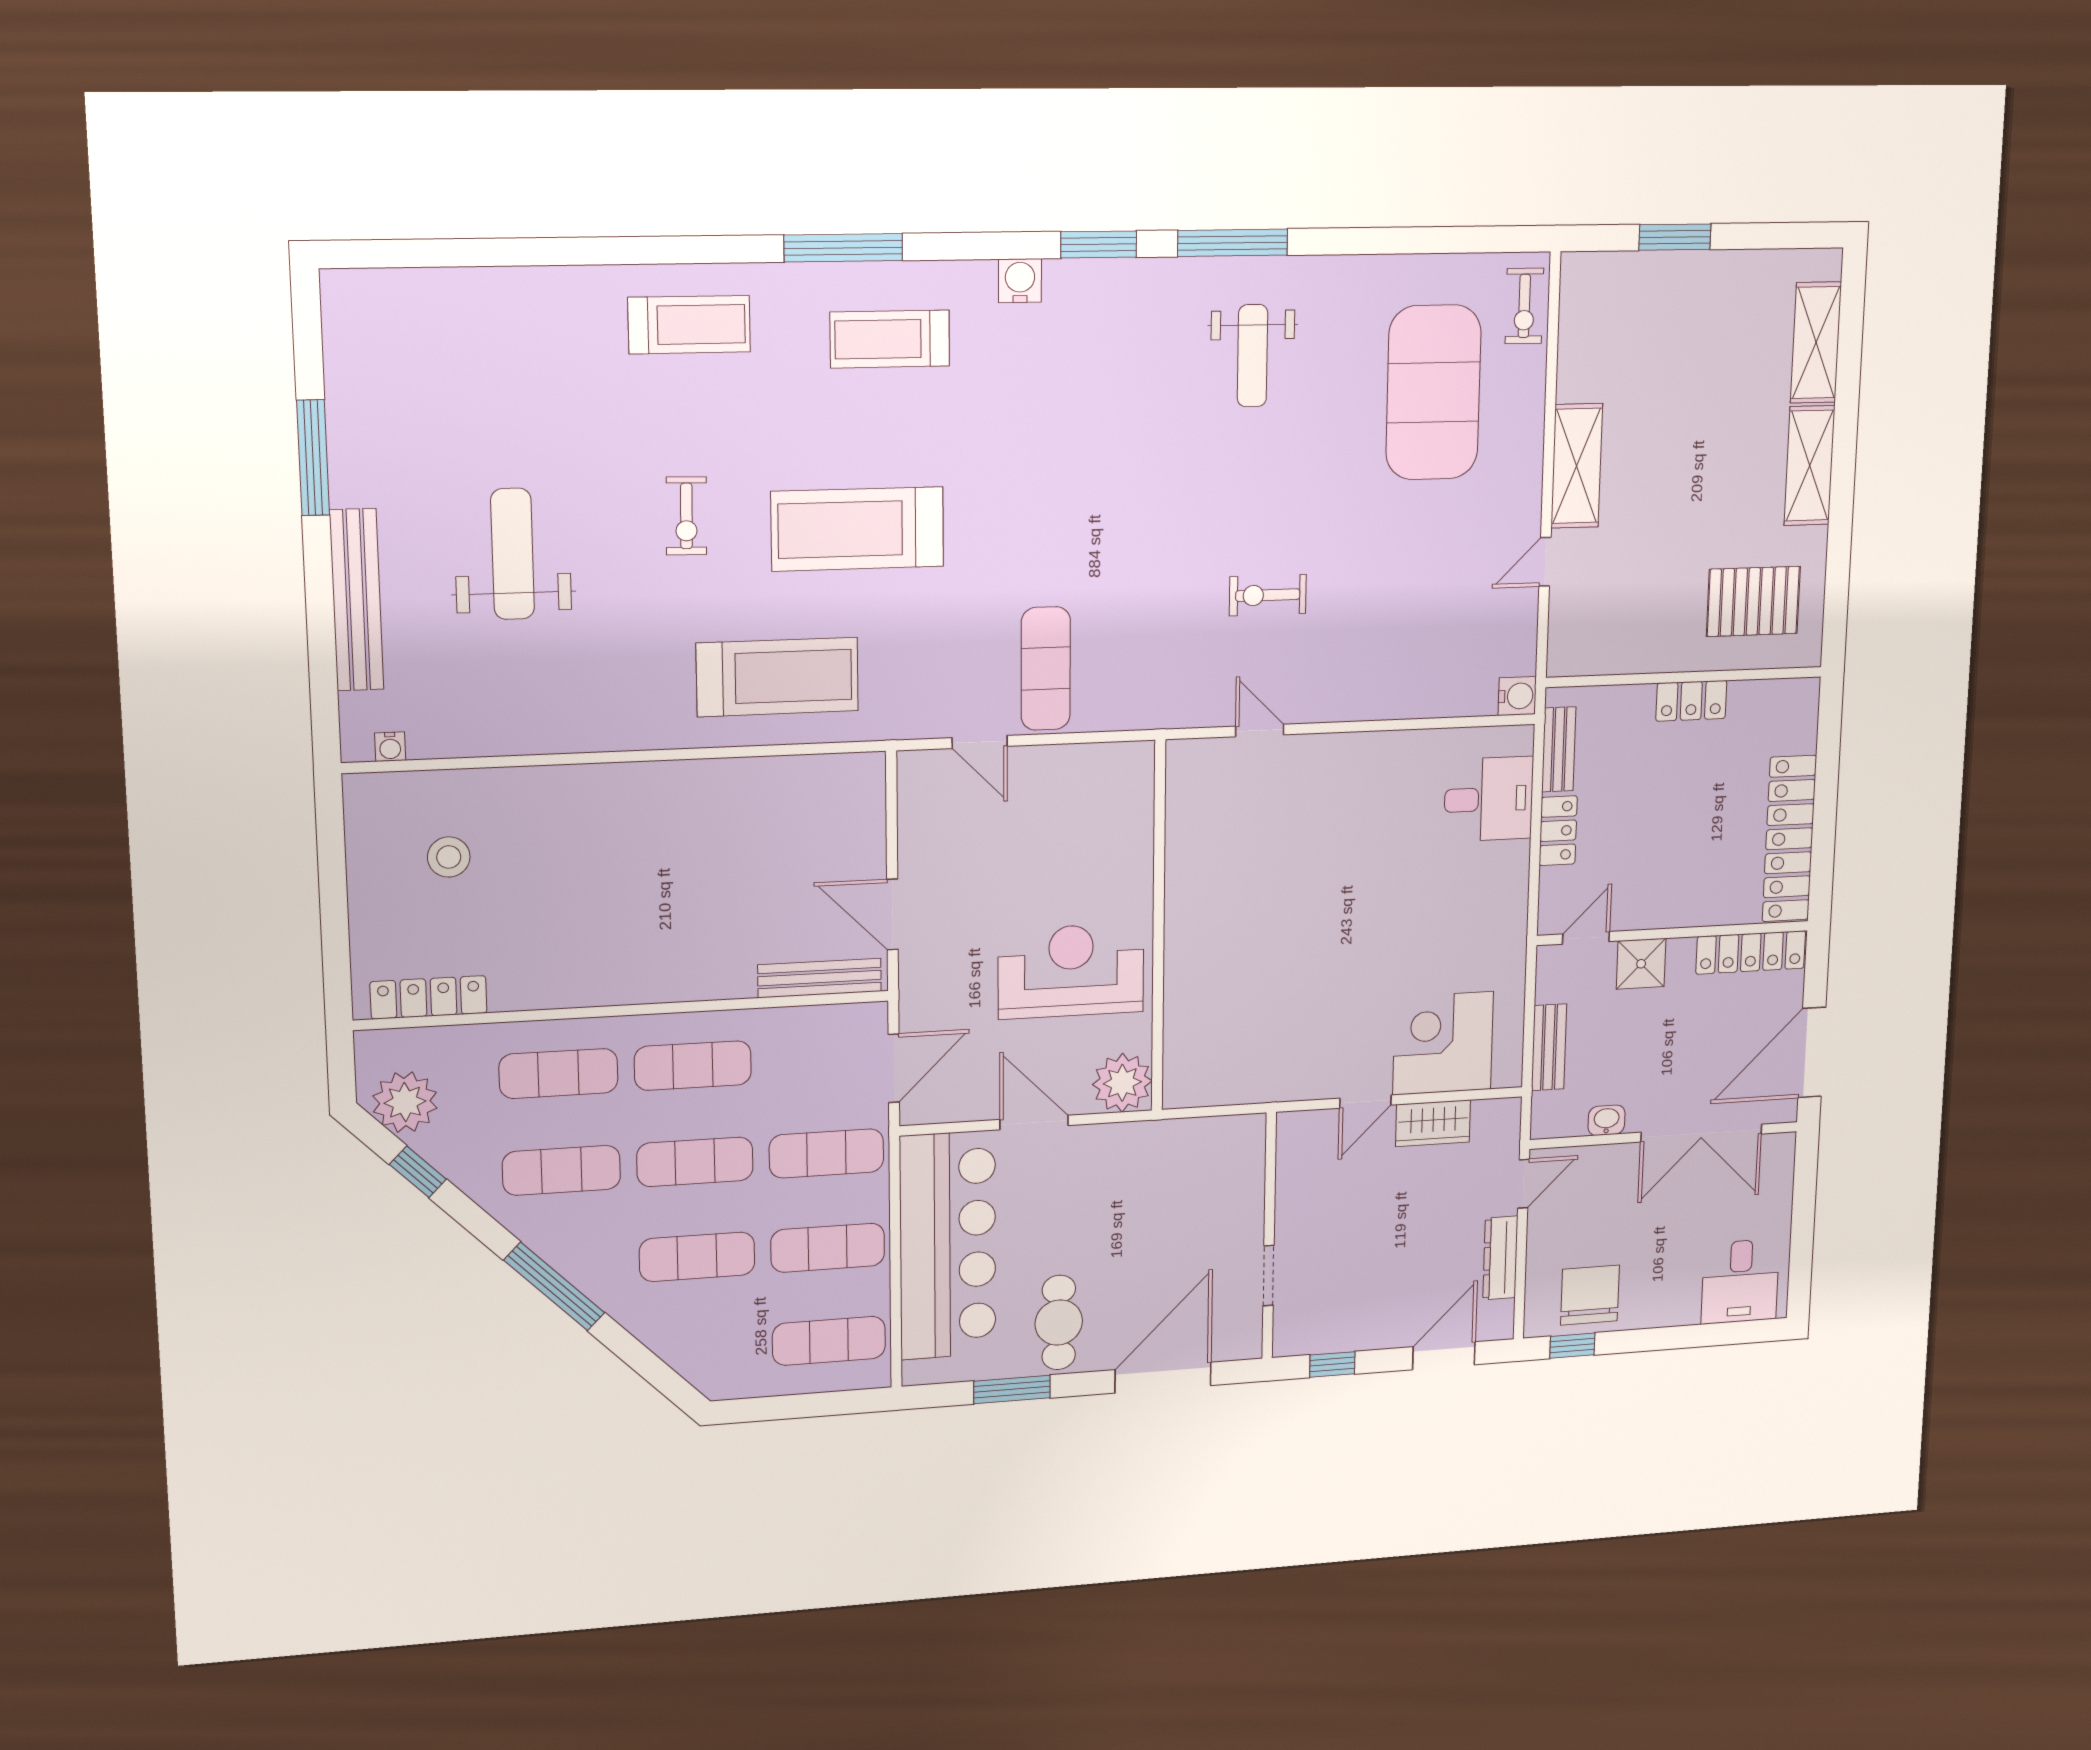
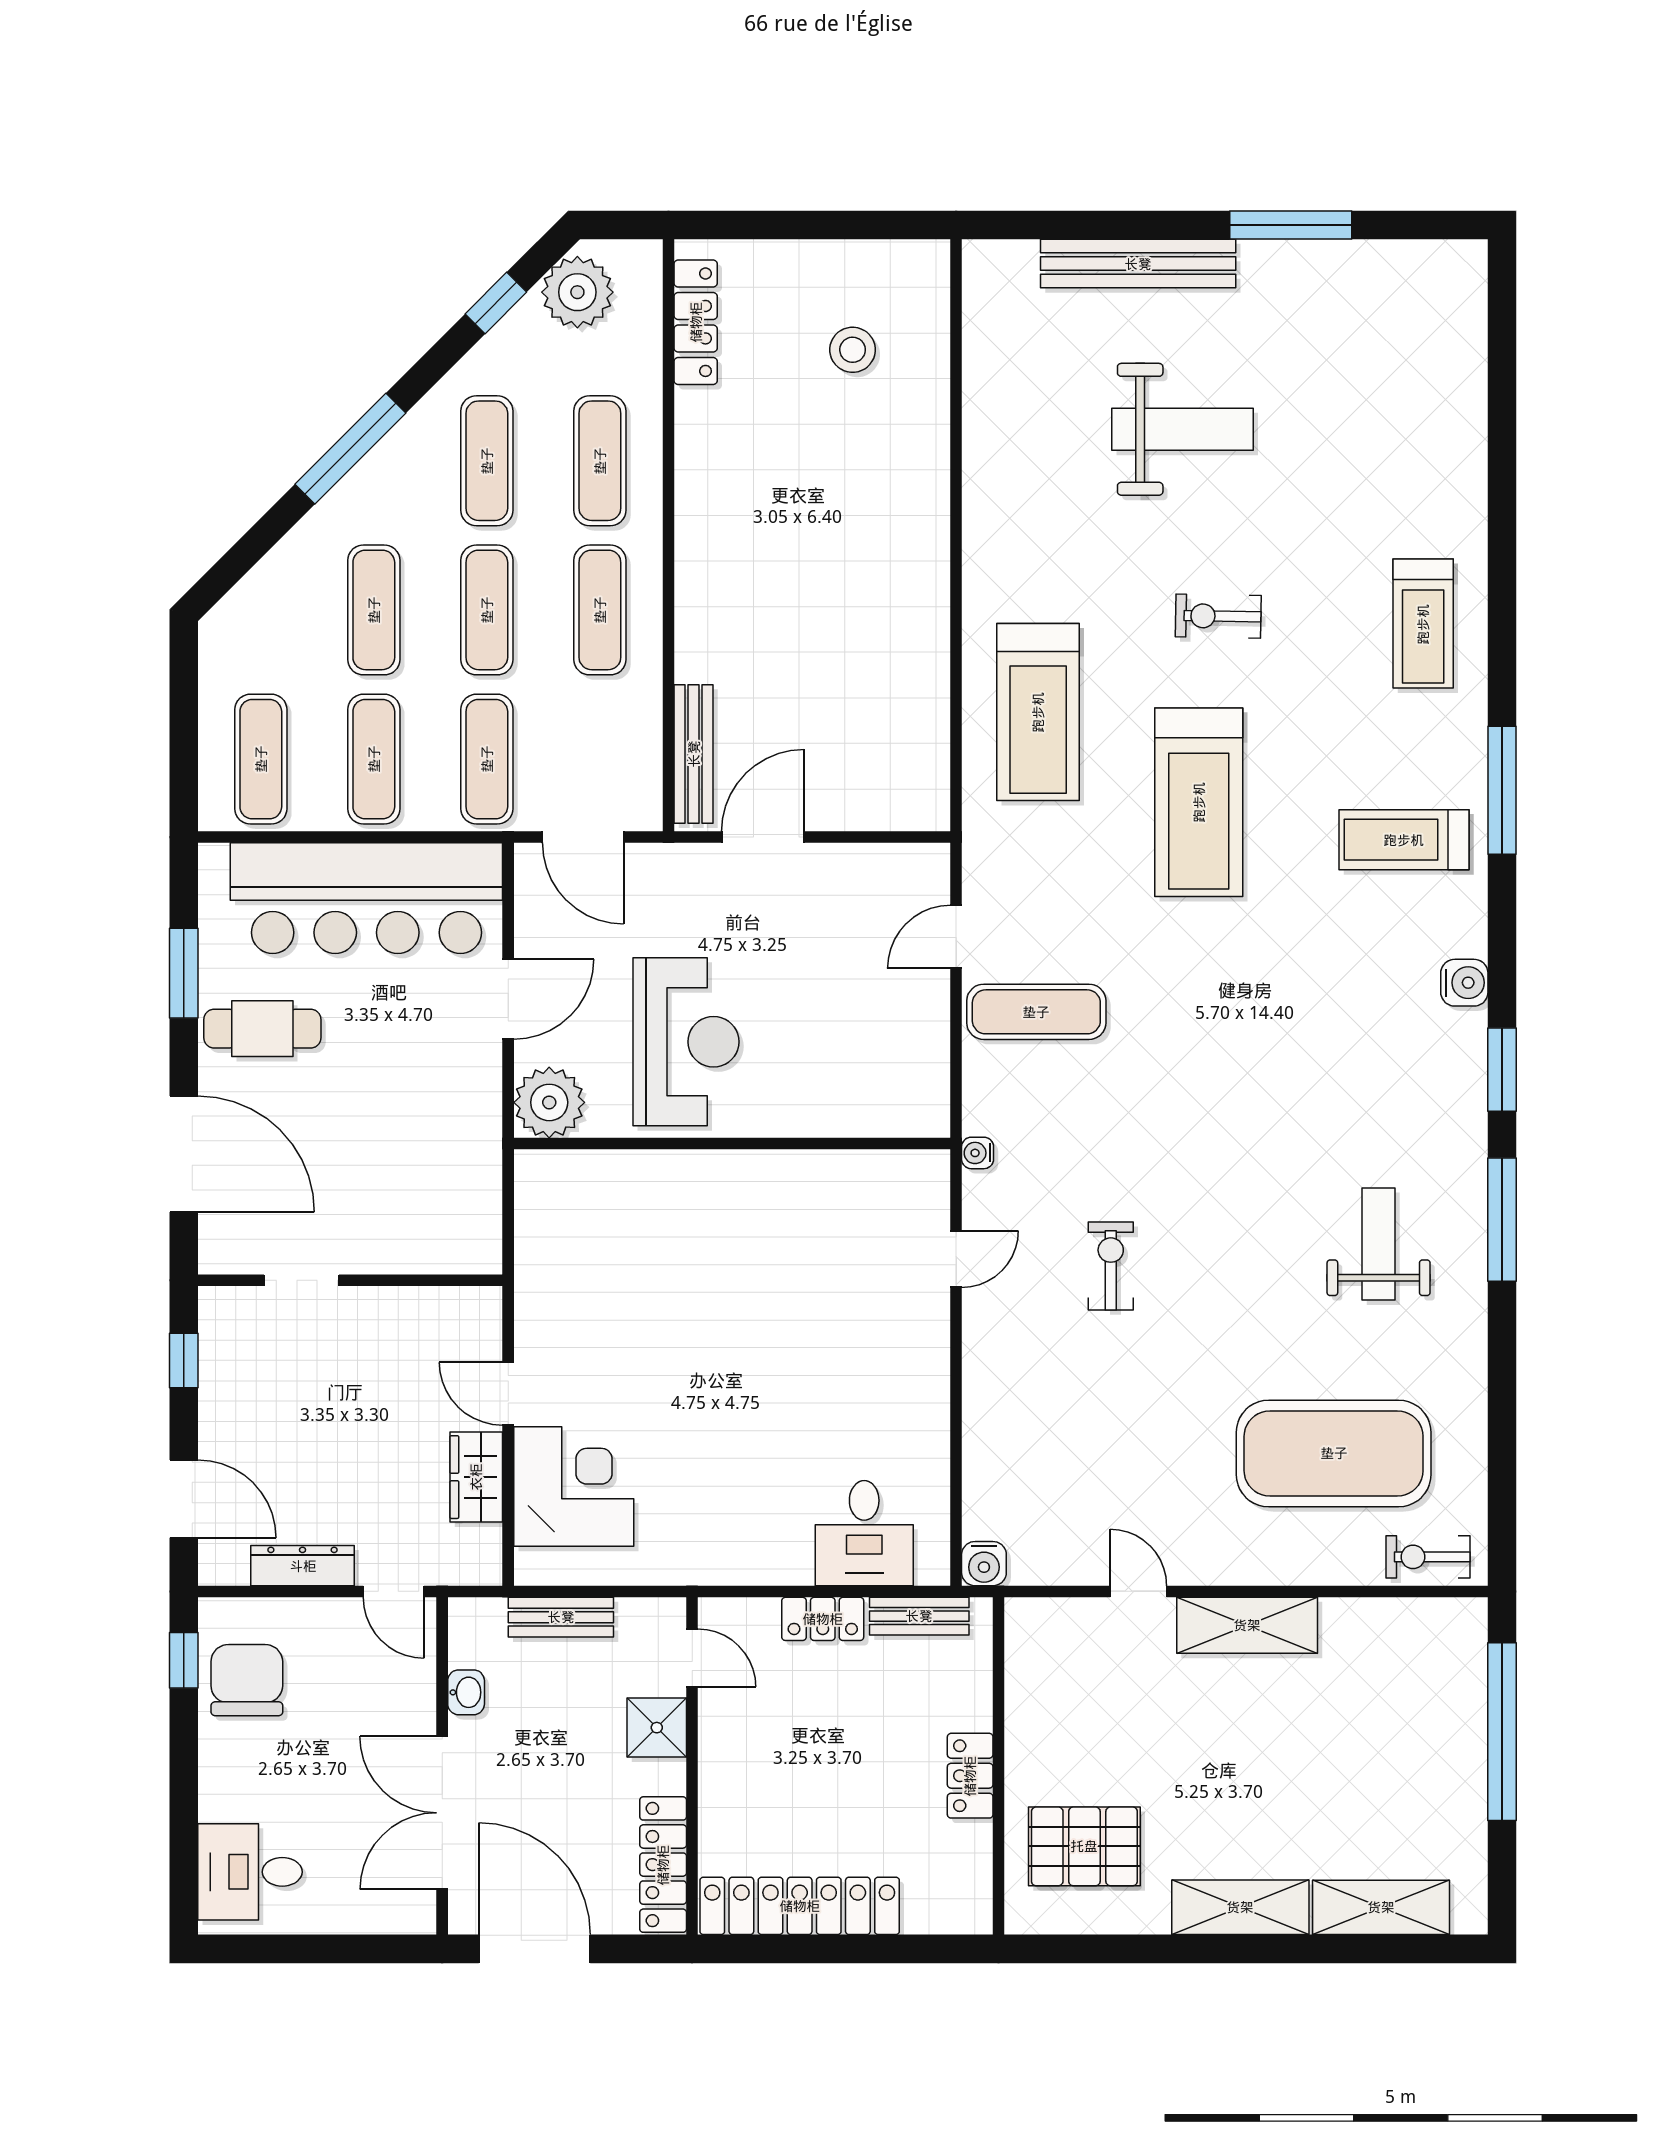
window: (1675, 237) -> (1502, 1732), width x2.11
treadmill: (890, 339) -> (1404, 840), turned -90
weight bench: (1252, 356) -> (1379, 1244), turned 90
treadmill: (857, 529) -> (1199, 802), turned 180
pallet: (1753, 601) -> (1084, 1846), turned 90
water cooler: (390, 747) -> (978, 1153), moved
chair: (1590, 1295) -> (247, 1680), turned -90

